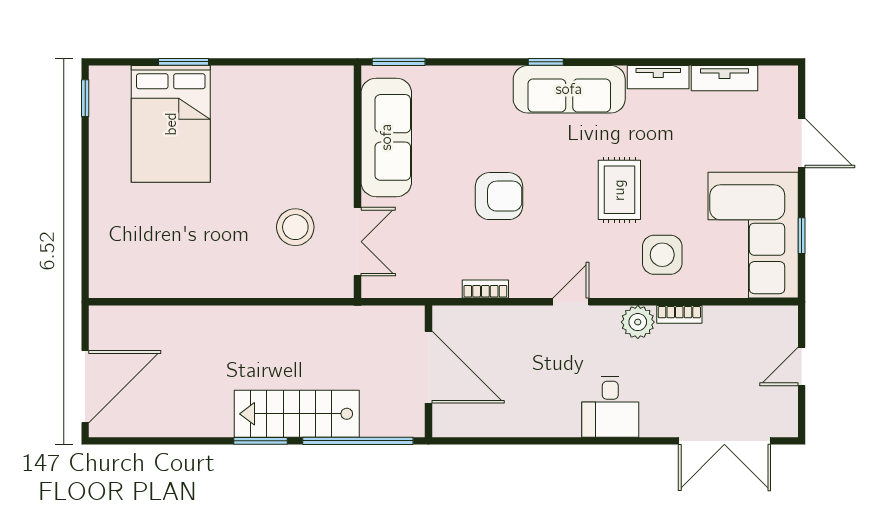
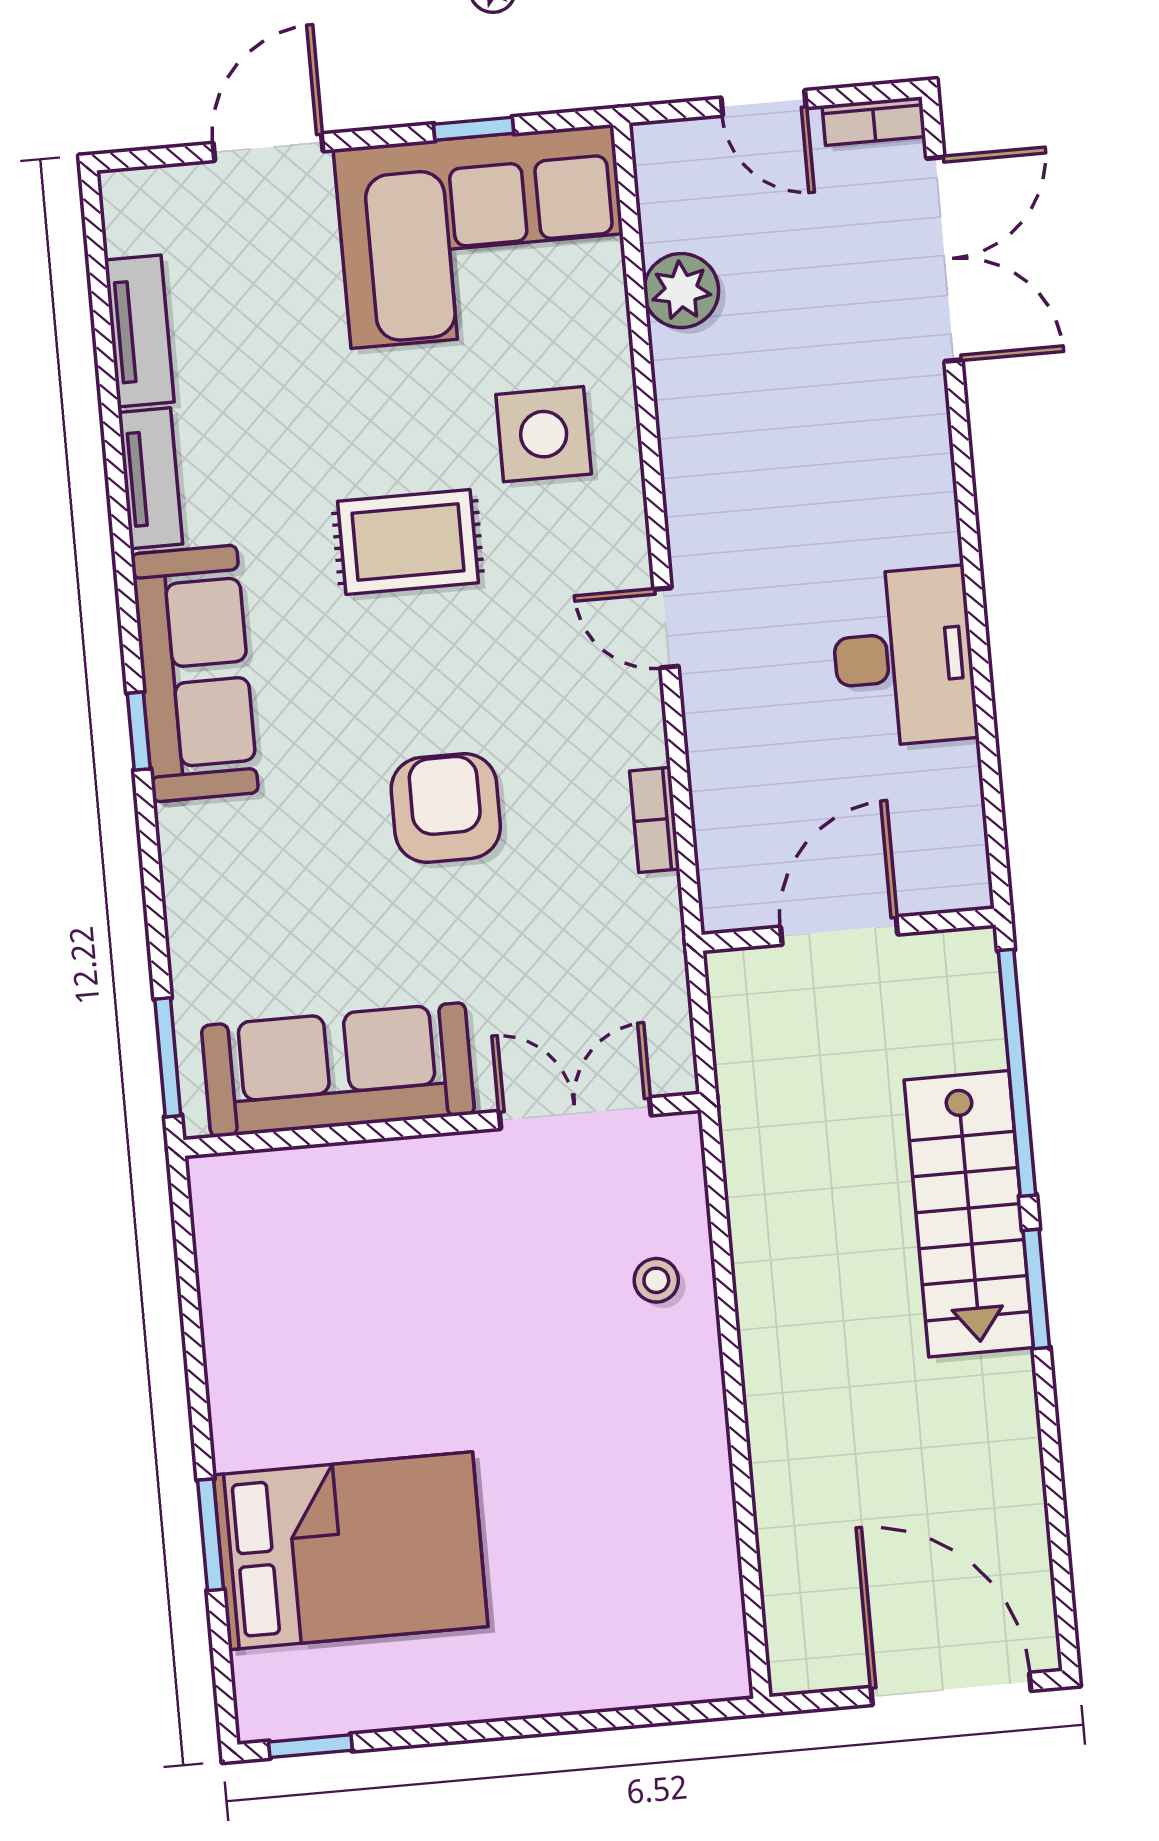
stool: (295, 227) -> (656, 1280), moved, width x0.53, depth x0.53
bookcase: (679, 314) -> (874, 121), moved, turned 90
plant: (638, 322) -> (681, 291), moved
door: (429, 367) -> (839, 931), width x0.73
desk: (610, 407) -> (904, 657), moved, width x1.37

